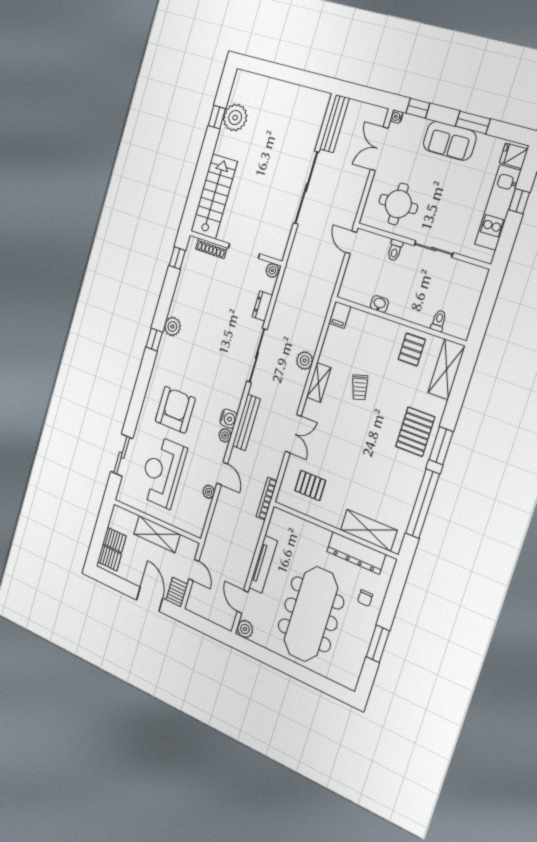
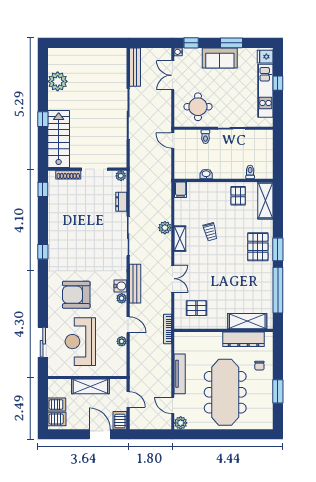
window: (217, 117) -> (43, 119), moved
plant: (172, 326) -> (55, 238), removed
armchair: (175, 410) -> (76, 295), turned -90

